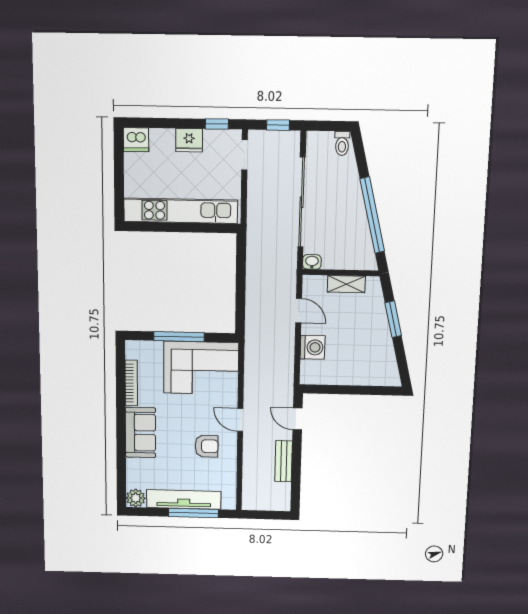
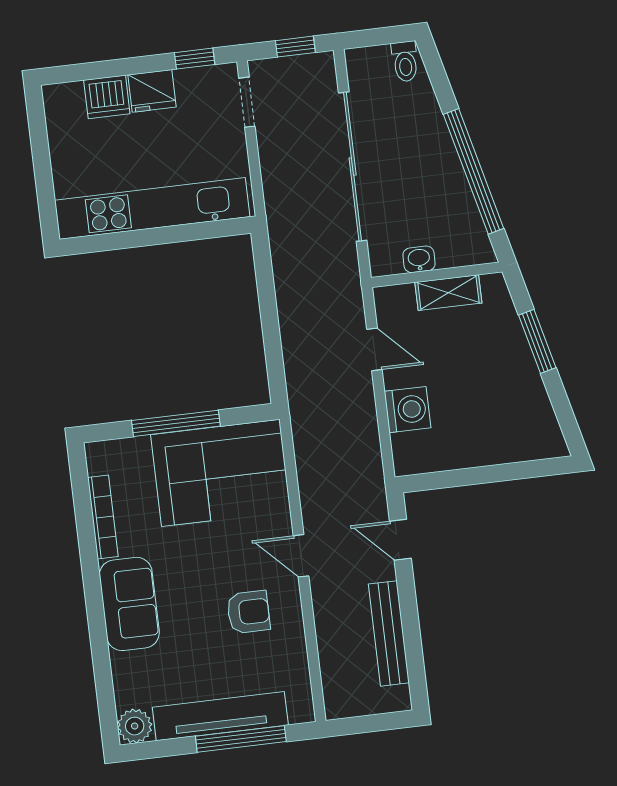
dishwasher: (136, 140) -> (107, 97), moved
washbasin: (312, 262) -> (419, 259), moved
bench: (284, 461) -> (389, 633), width x1.36

